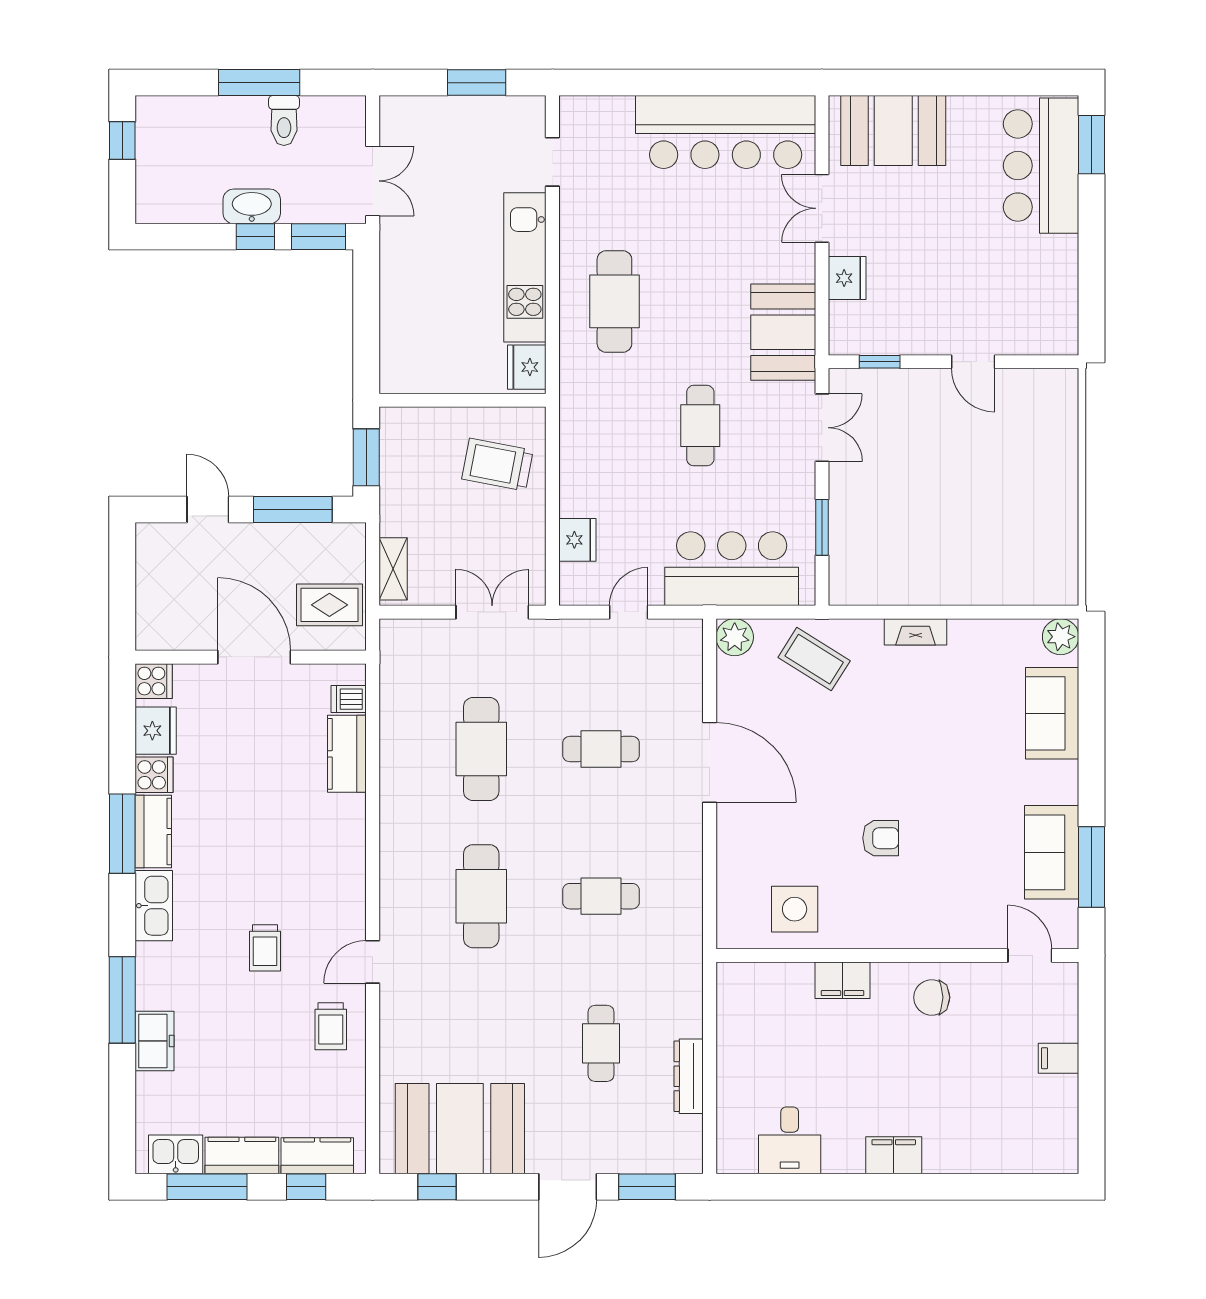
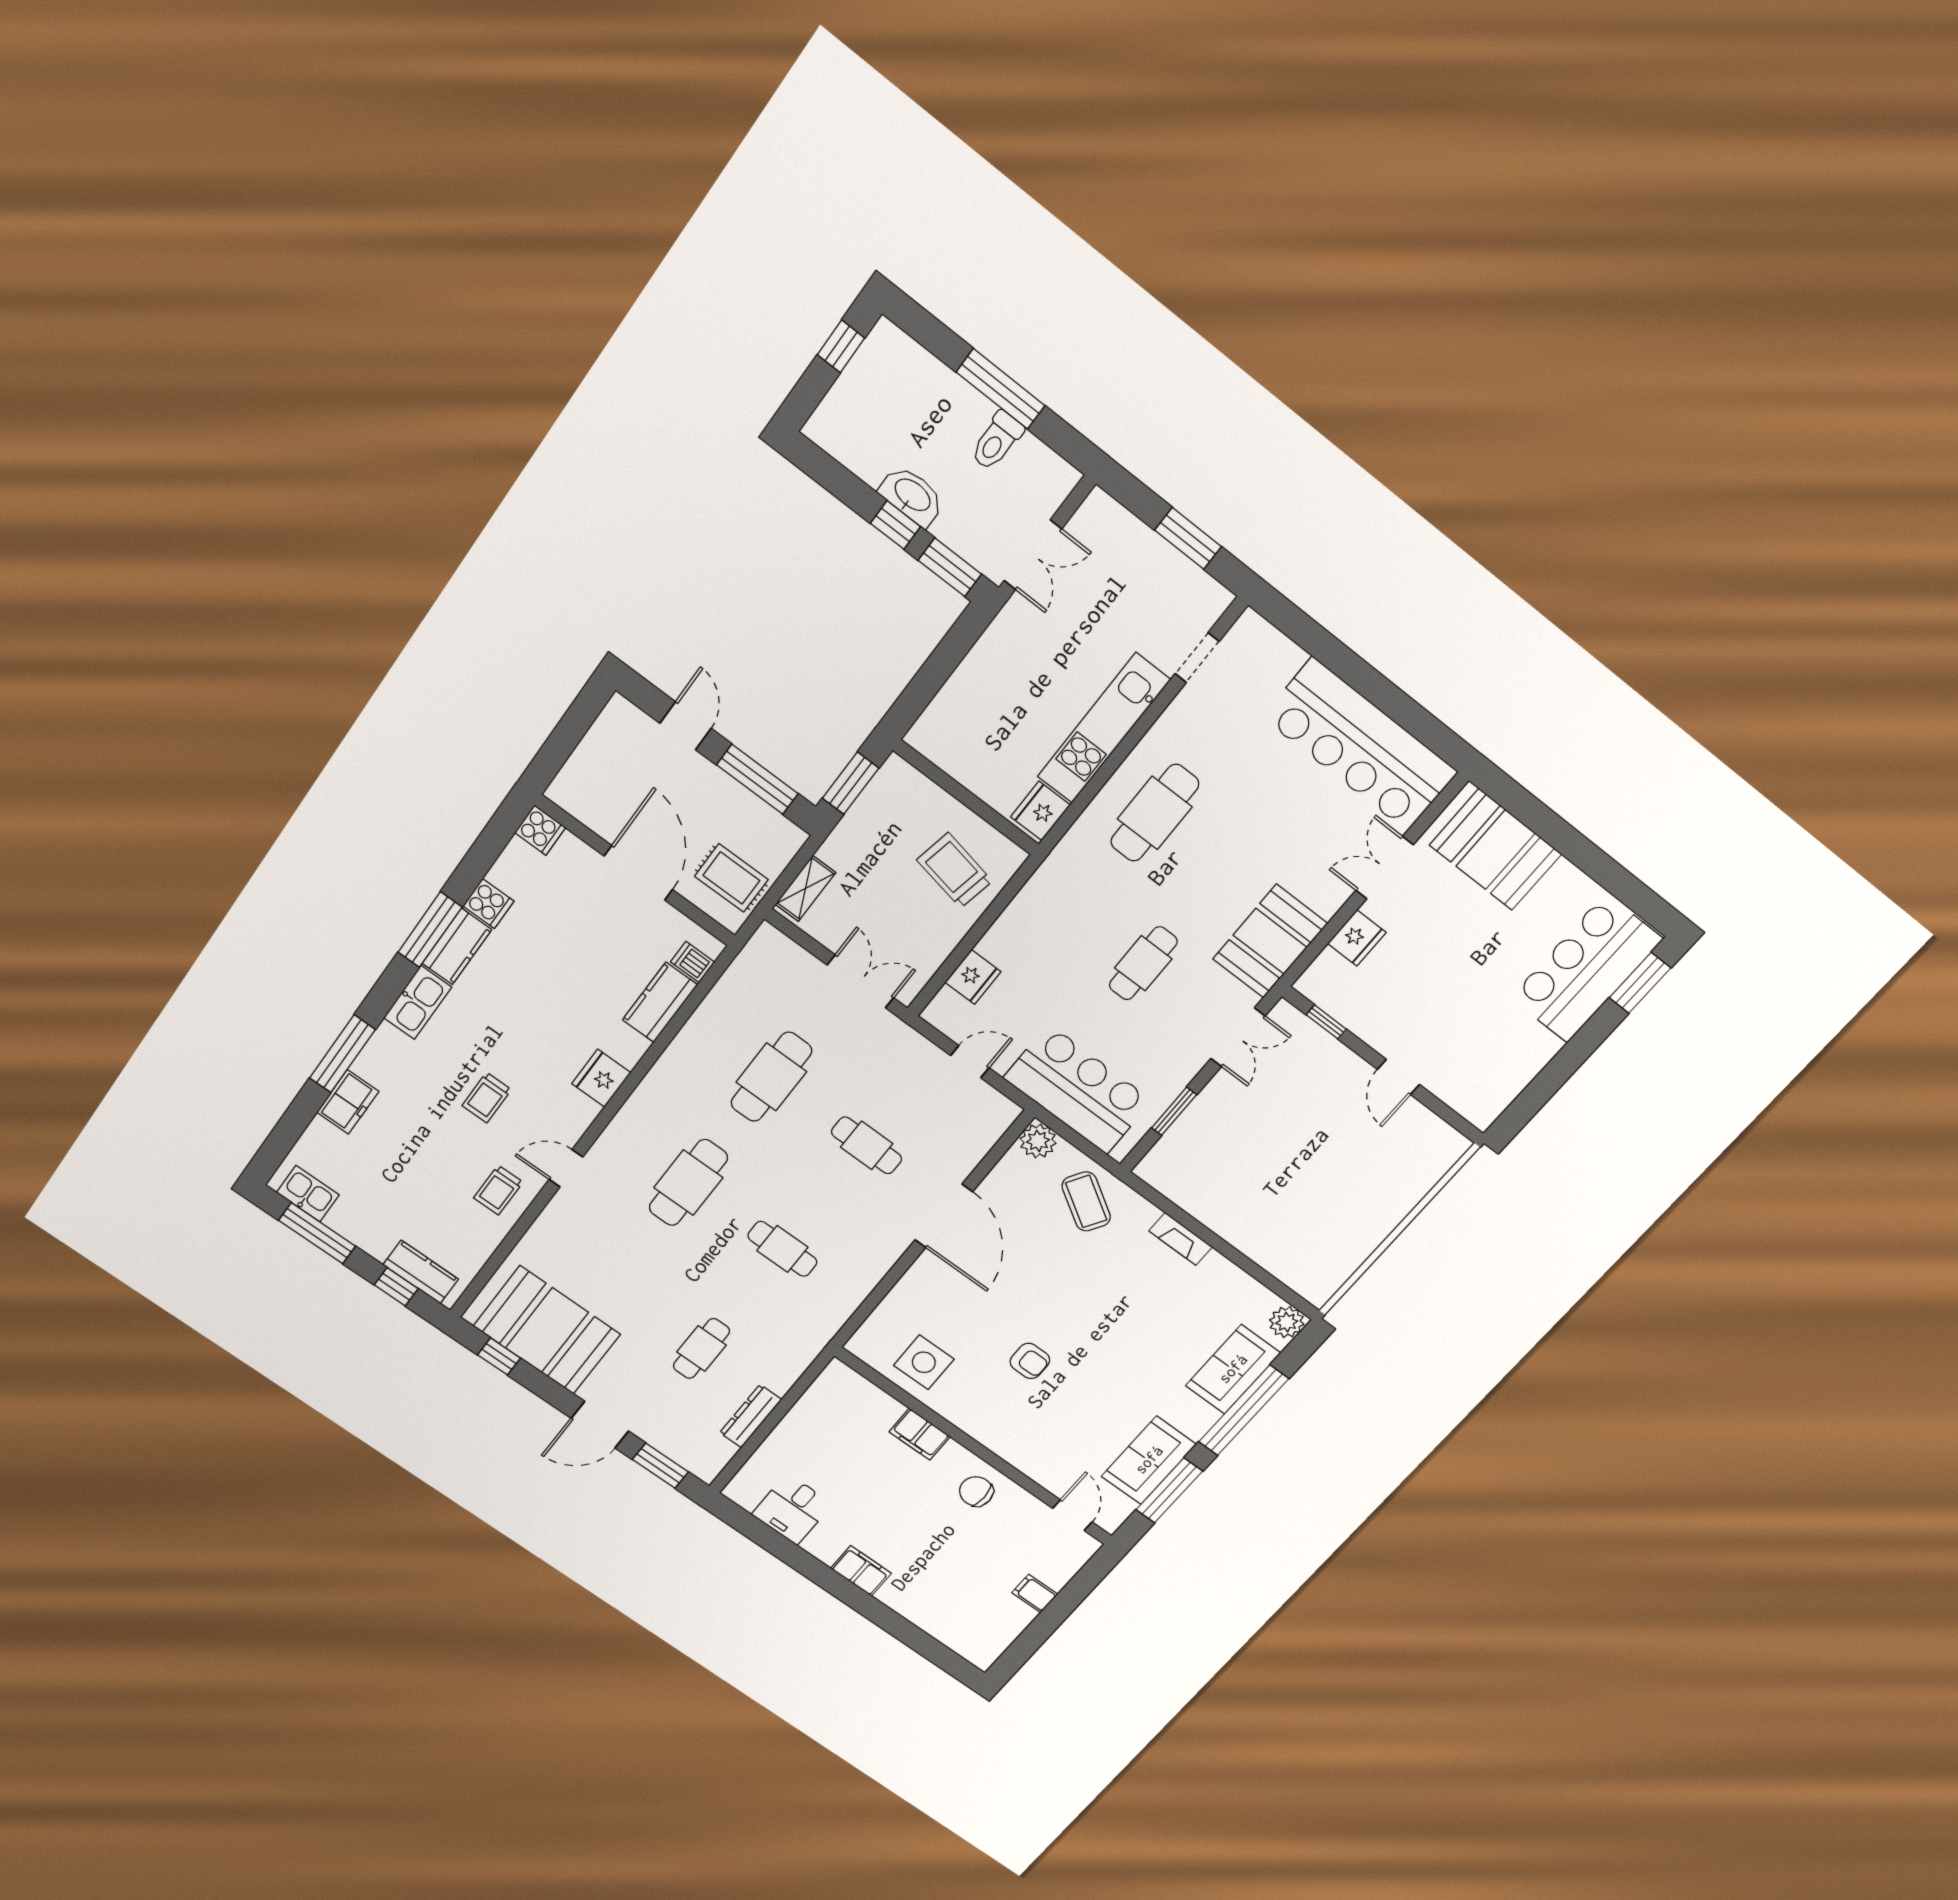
fridge: (156, 731) -> (601, 1078), moved, turned 180
window: (1092, 744) -> (1243, 1410), added
kitchen counter: (242, 1155) -> (361, 1231), removed

